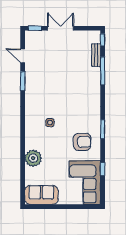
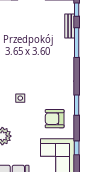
armchair: (82, 142) -> (55, 119), turned 180

